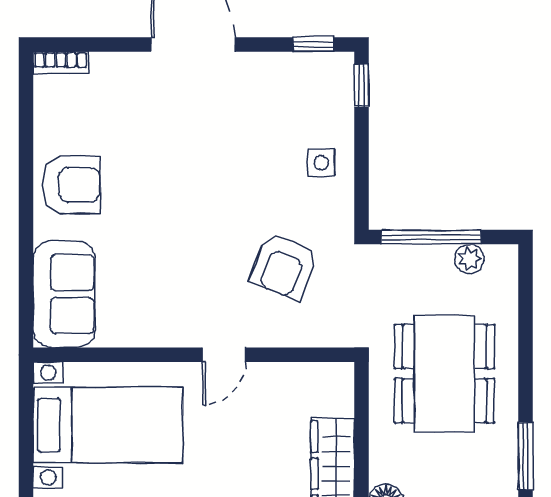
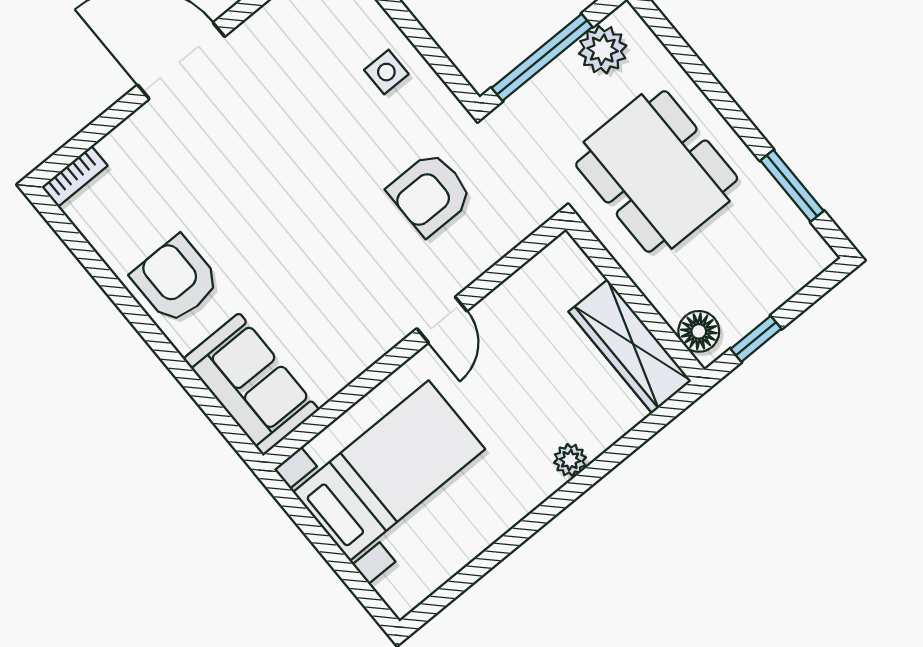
armchair: (71, 185) -> (176, 280), turned -90
plant: (469, 259) -> (603, 50), width x1.38, depth x1.38
armchair: (284, 266) -> (430, 194), turned 68

